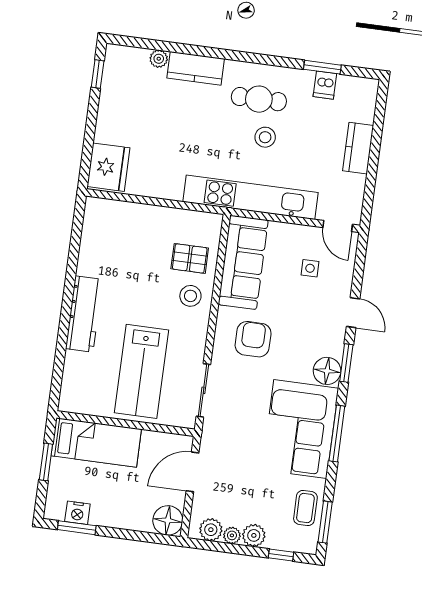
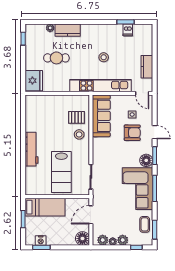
cafe table: (259, 99) -> (56, 58), moved
kitchen counter: (358, 148) -> (147, 67), moved
armchair: (253, 339) -> (132, 133), moved, turned 90

